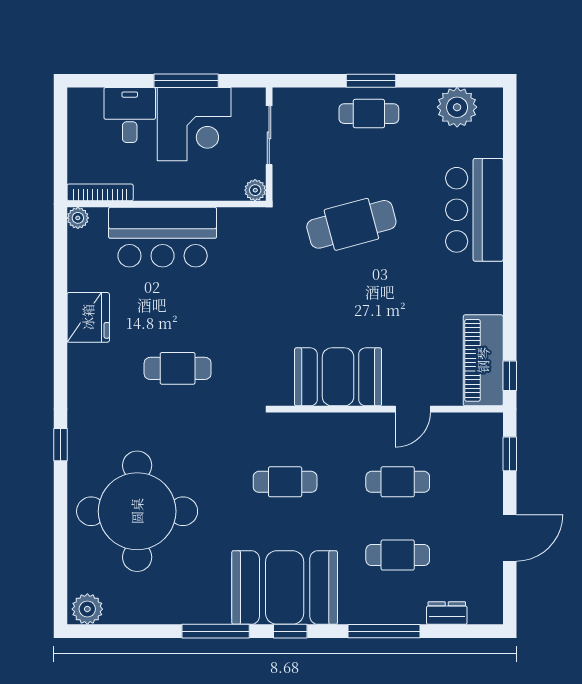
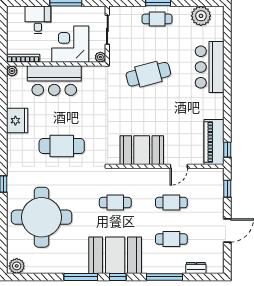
corner desk: (194, 124) -> (70, 44), moved, turned 180
cafe table: (178, 368) -> (62, 146), width x1.37, depth x1.35

